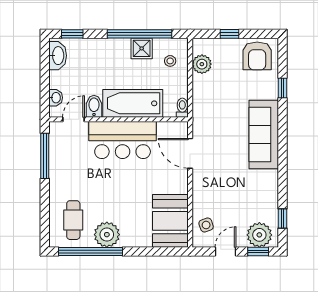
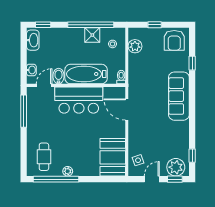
plant: (107, 235) -> (68, 171), width x0.53, depth x0.53

